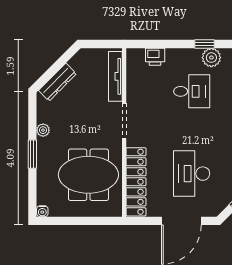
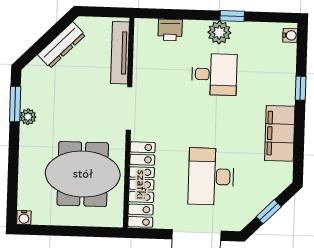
plant: (211, 58) -> (219, 32), moved
dresser: (57, 82) -> (61, 45), moved
window: (32, 154) -> (15, 104), moved

